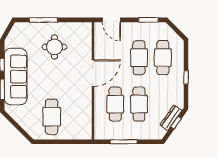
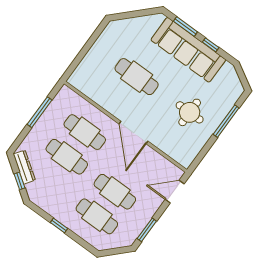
cafe table: (52, 117) -> (137, 77), moved
dresser: (171, 118) -> (24, 167), moved

